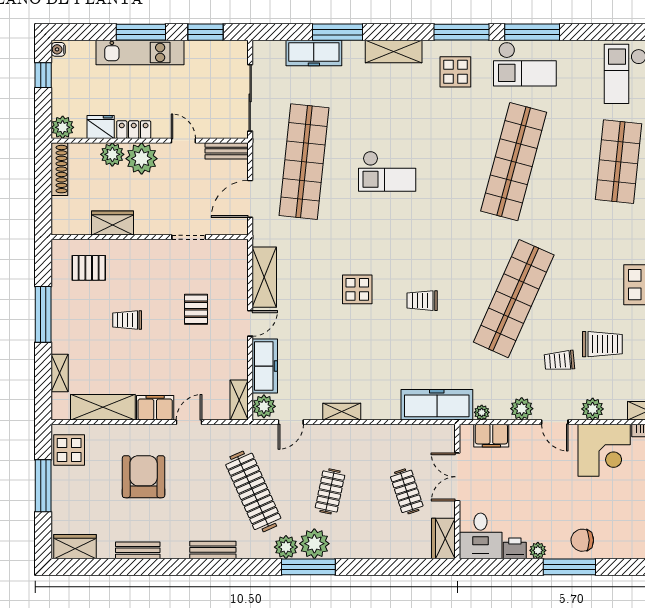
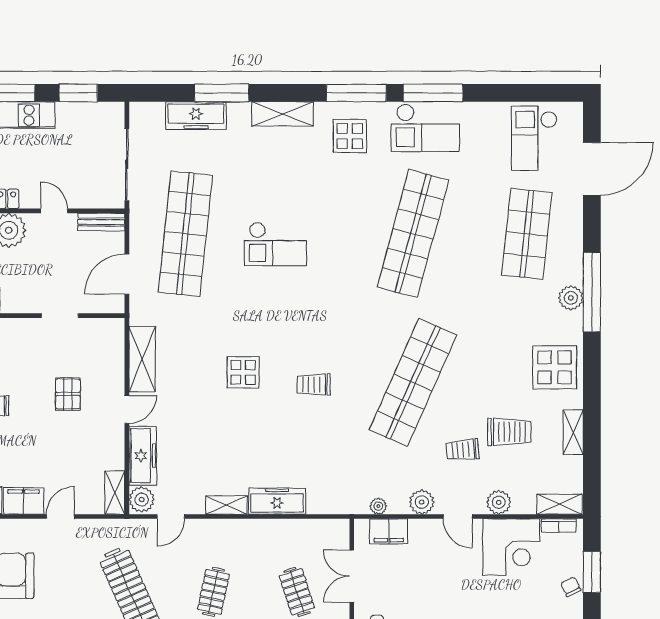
freezer: (437, 405) -> (277, 501), moved, width x0.73, depth x0.79

